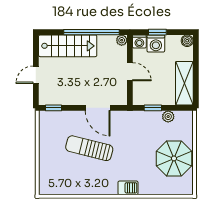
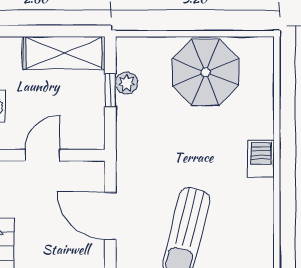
door: (98, 108) -> (110, 216), swing flipped
window: (153, 108) -> (110, 90), moved

